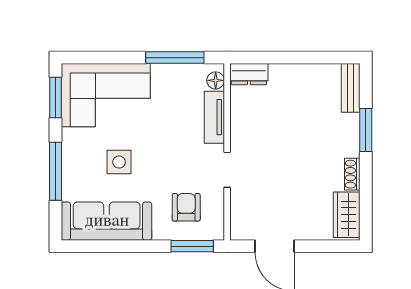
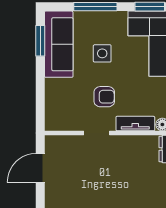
armchair: (186, 207) -> (104, 97), moved
window: (192, 246) -> (40, 41), moved

